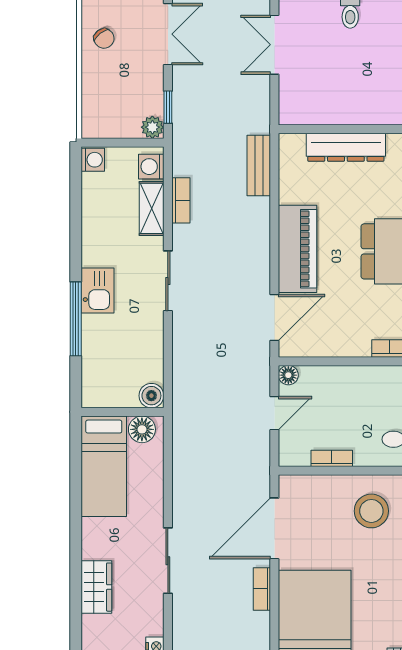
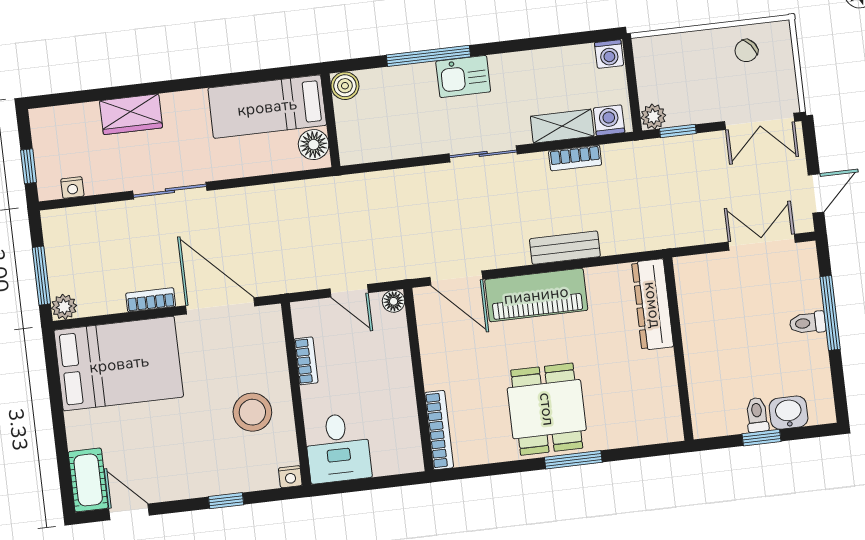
dresser: (346, 147) -> (653, 305), moved
bench: (259, 166) -> (565, 248), moved
boiler: (151, 396) -> (345, 86), moved

